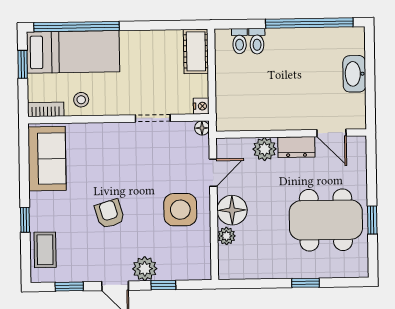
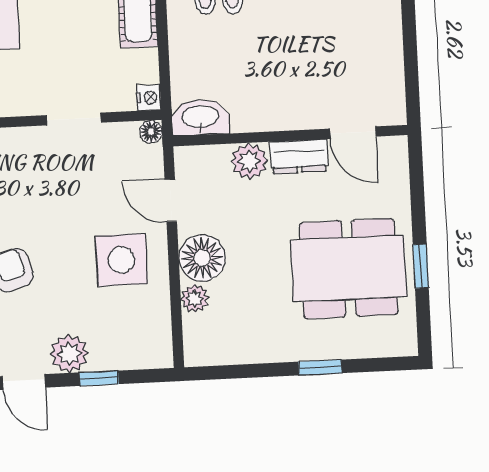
washbasin: (354, 74) -> (200, 117), moved, turned 90
door: (213, 173) -> (171, 201), swing flipped

